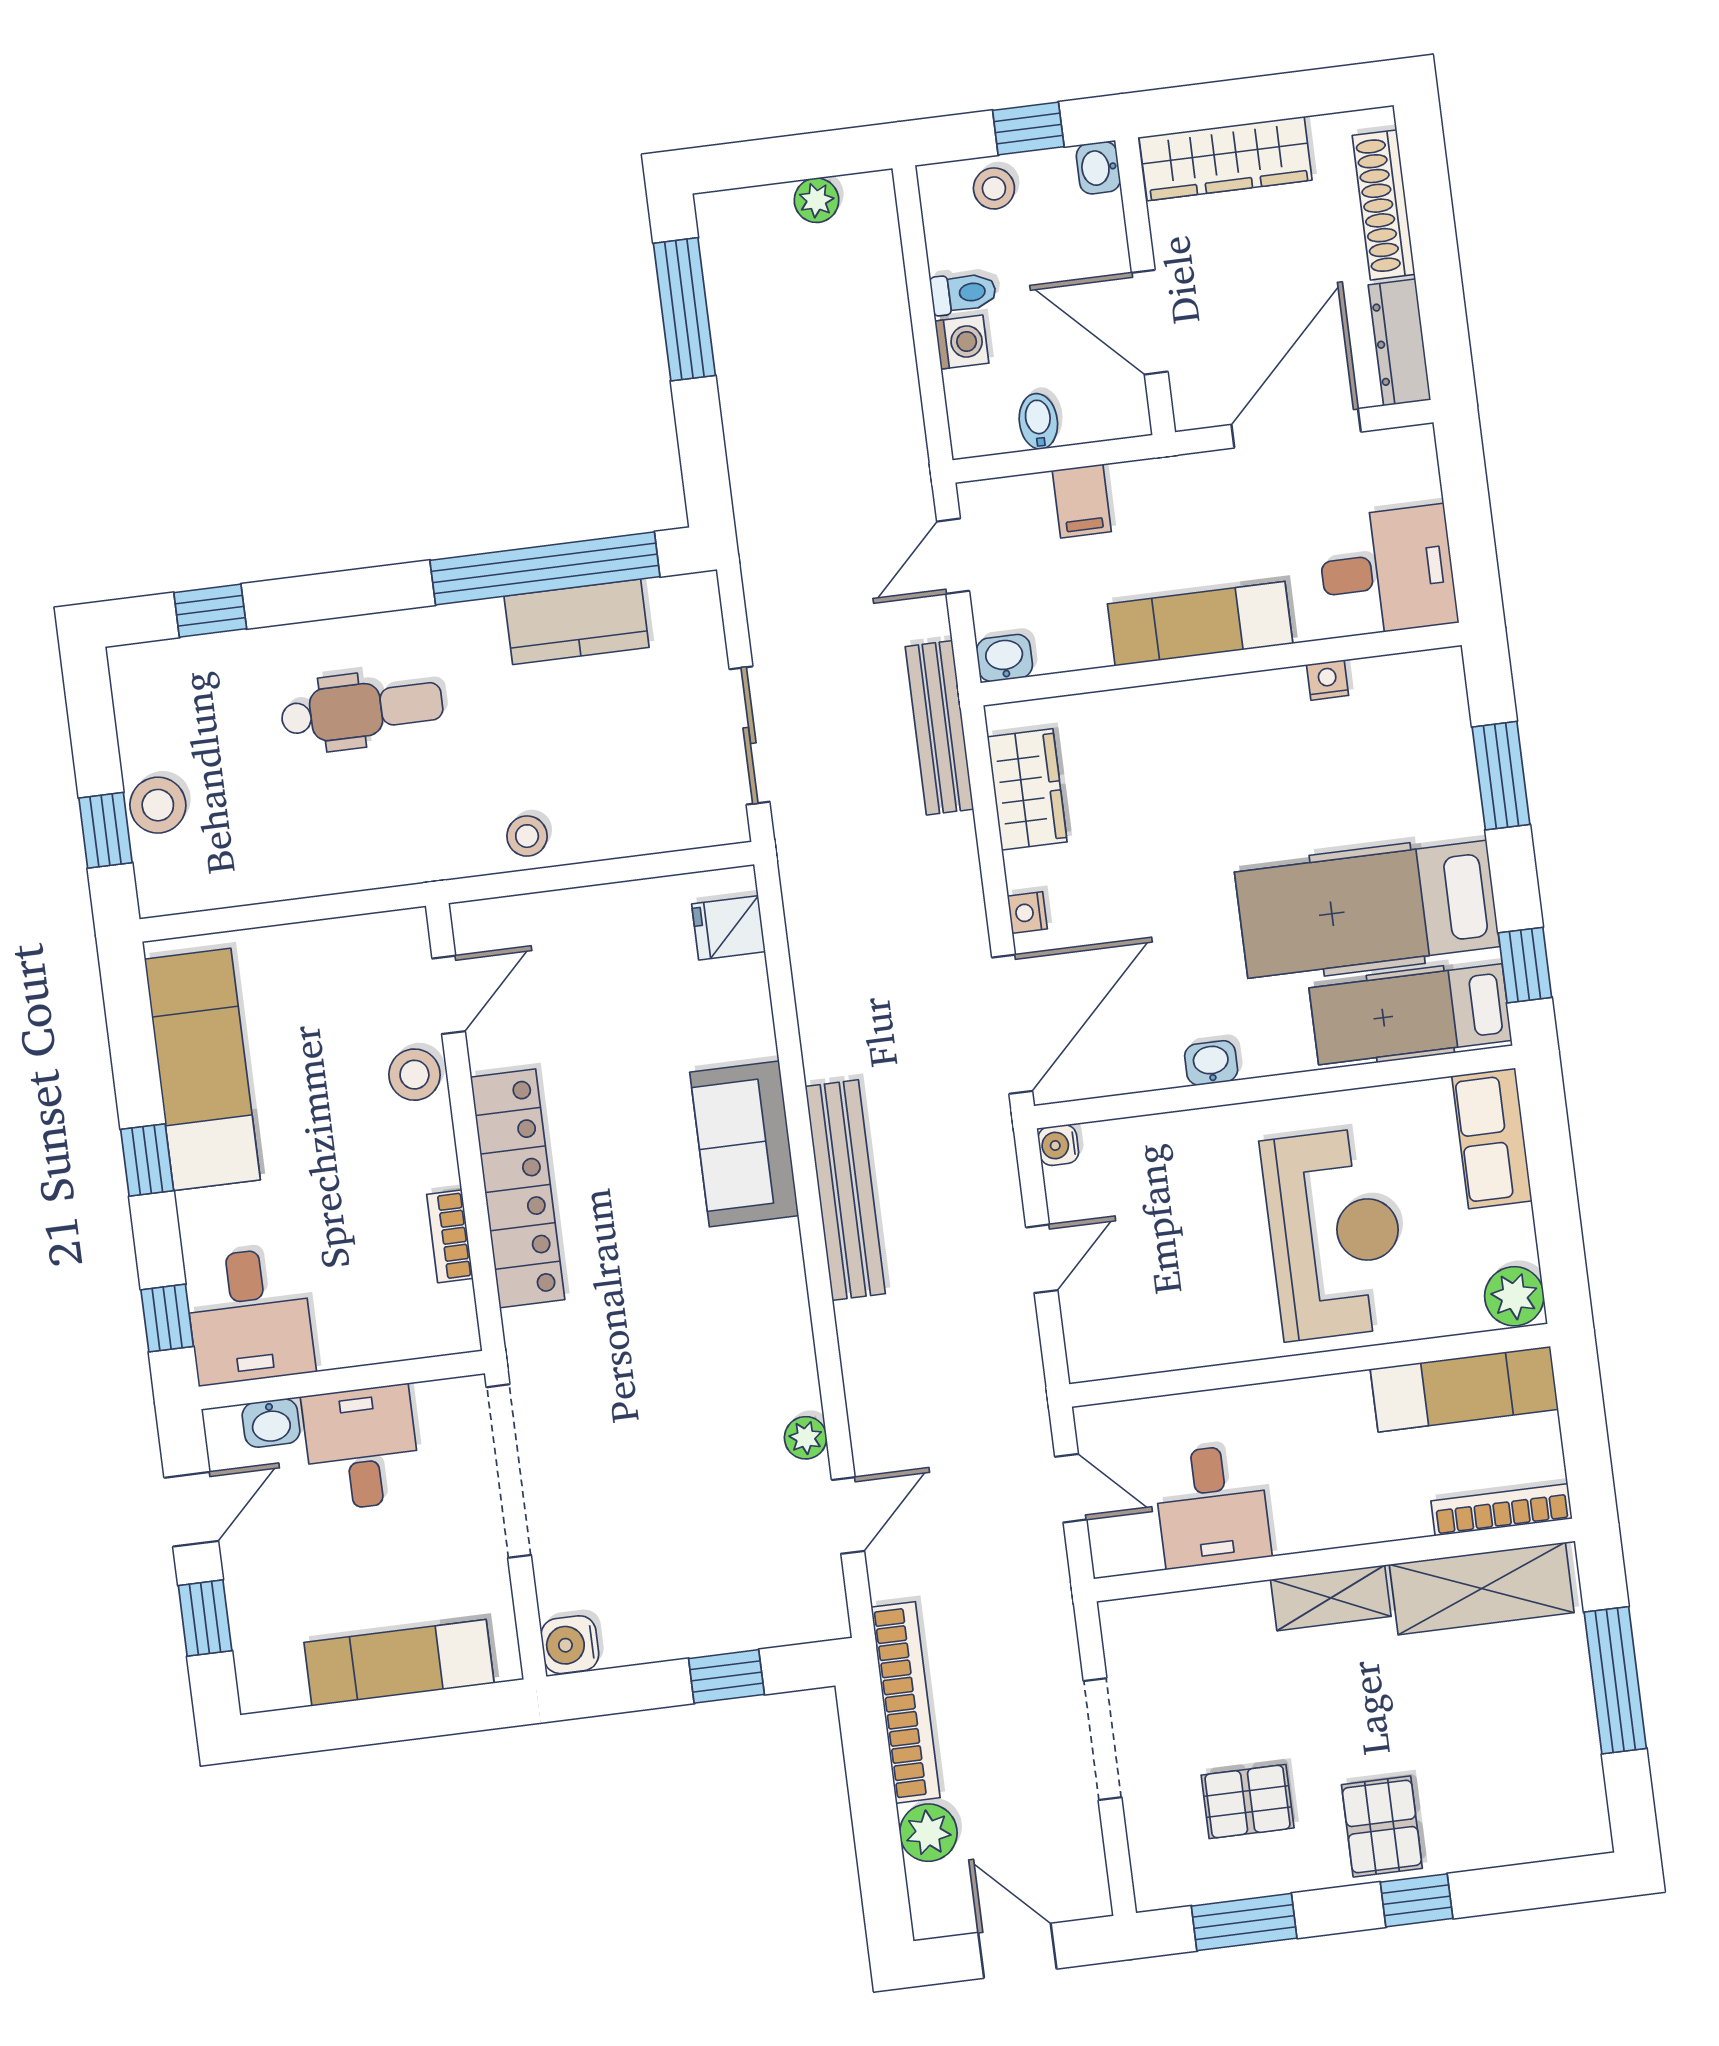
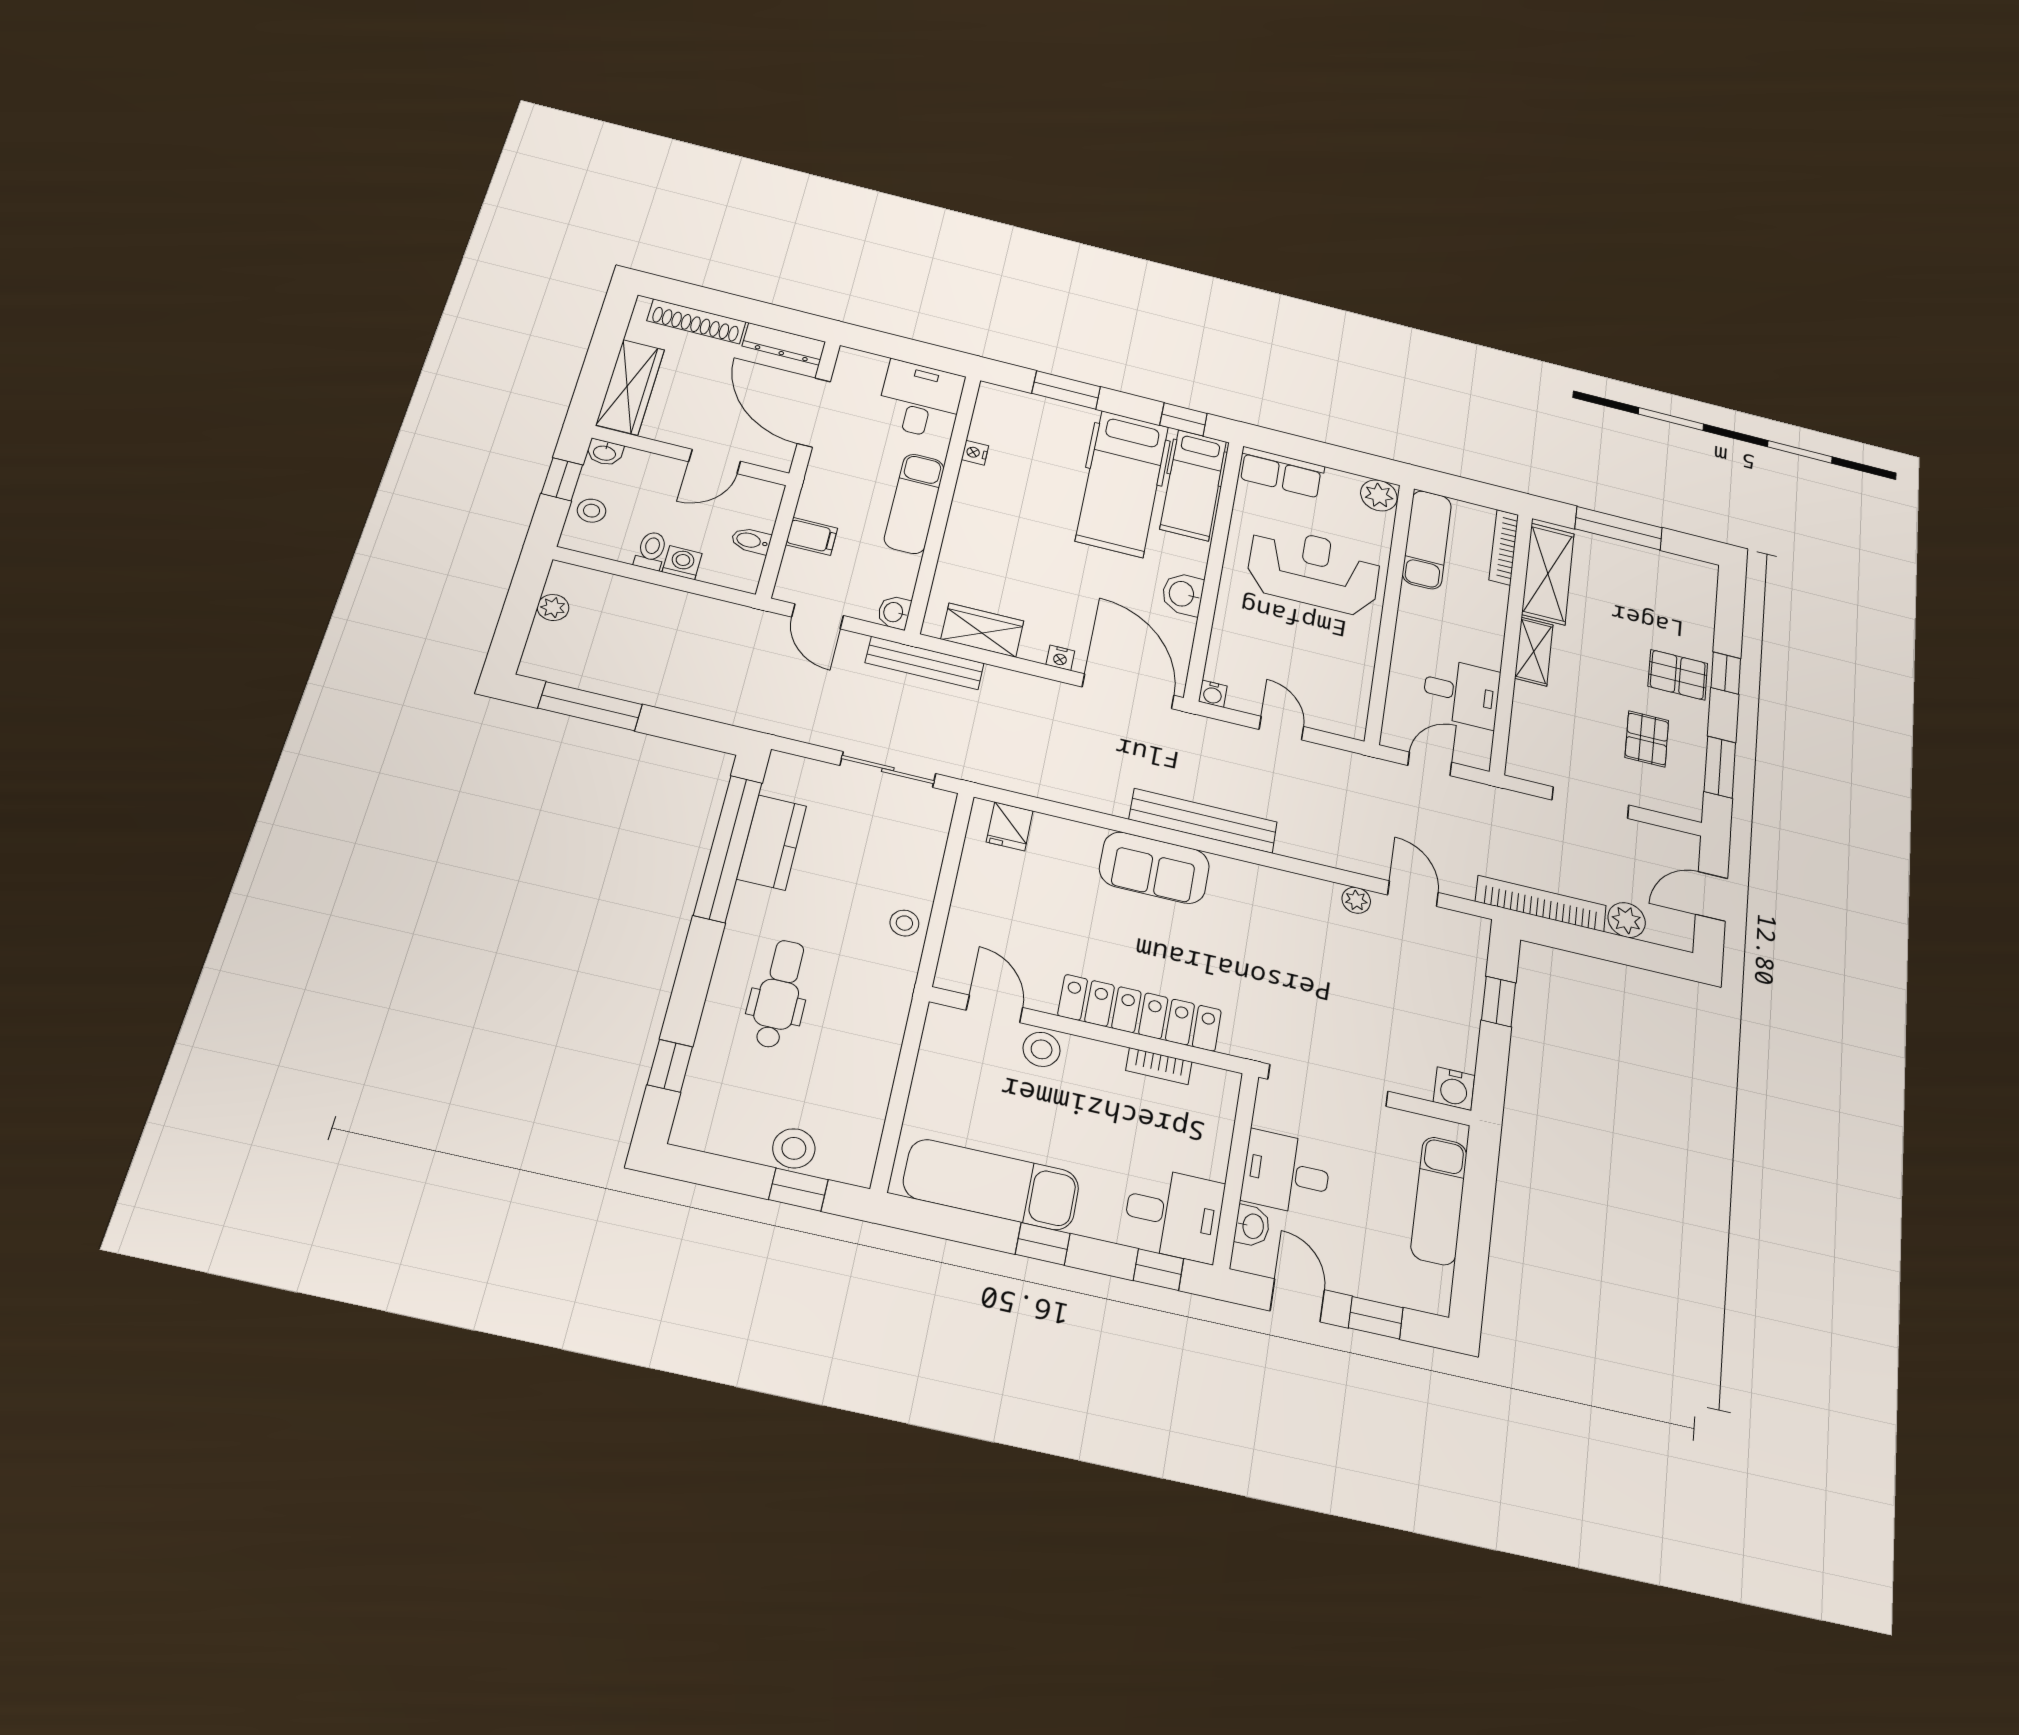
door: (1150, 322) -> (715, 461), width x0.73
washbasin: (1211, 1063) -> (1183, 594), width x1.38, depth x1.45

